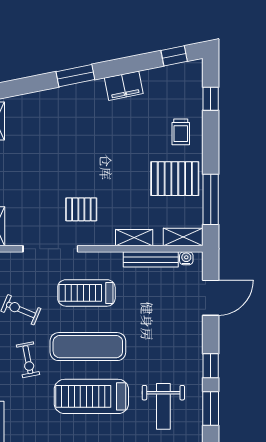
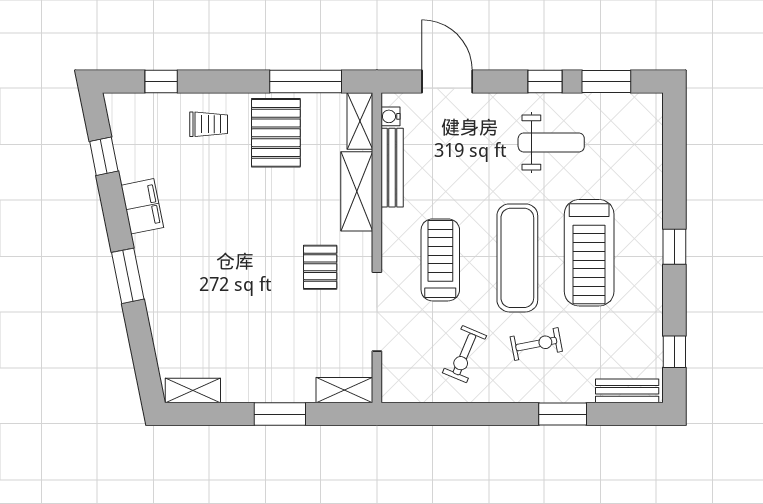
window: (174, 56) -> (104, 156), moved
shelving: (134, 238) -> (357, 191), width x1.50, depth x1.33
treadmill: (86, 293) -> (440, 260), turned 180
weight bench: (163, 406) -> (551, 142), moved

